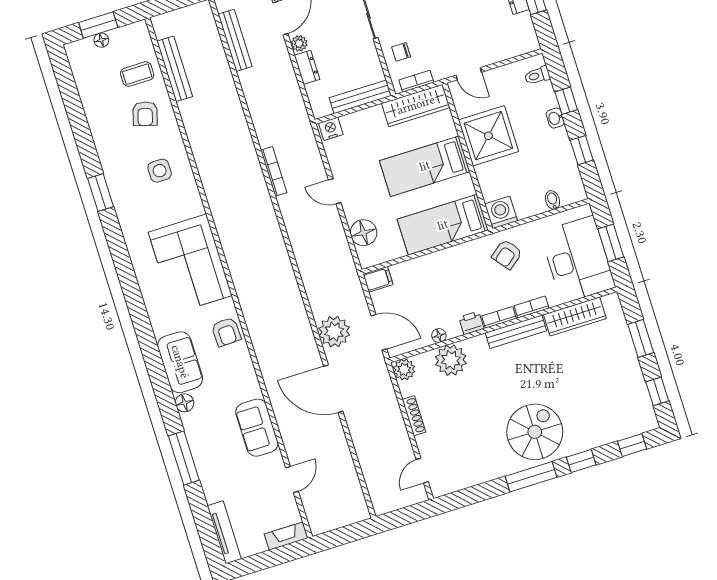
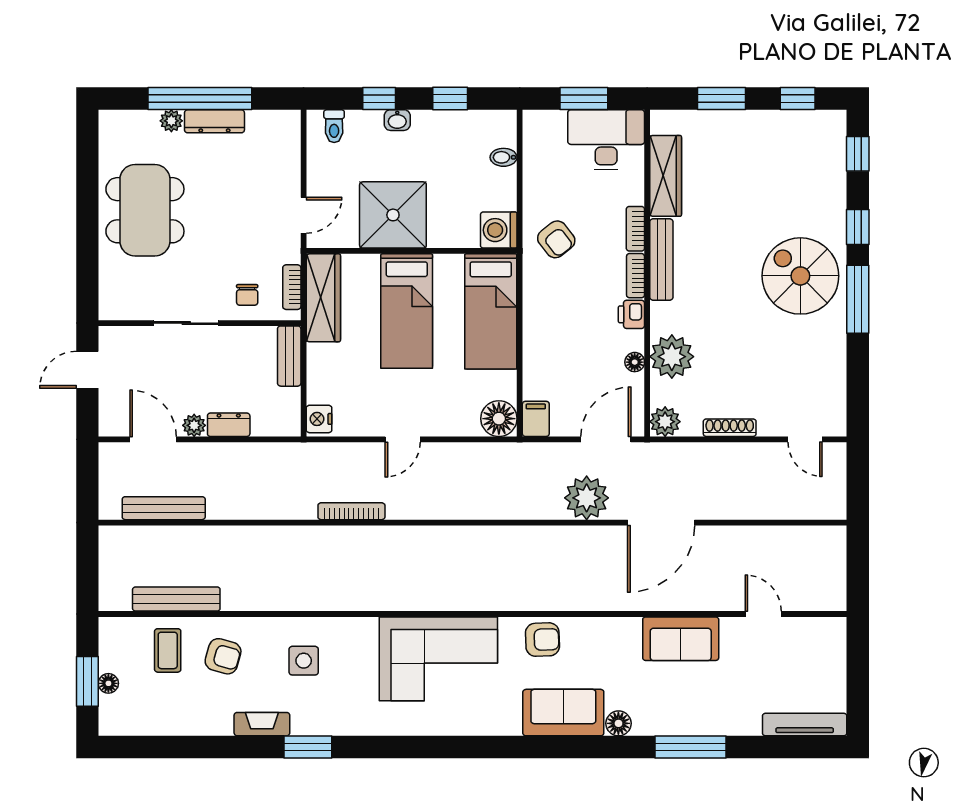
bench: (360, 97) -> (289, 356), width x0.73
floor lamp: (364, 233) -> (499, 419), moved
desk: (578, 260) -> (606, 140), width x0.73, depth x0.77
fireplace: (286, 536) -> (262, 724), moved, turned 90

